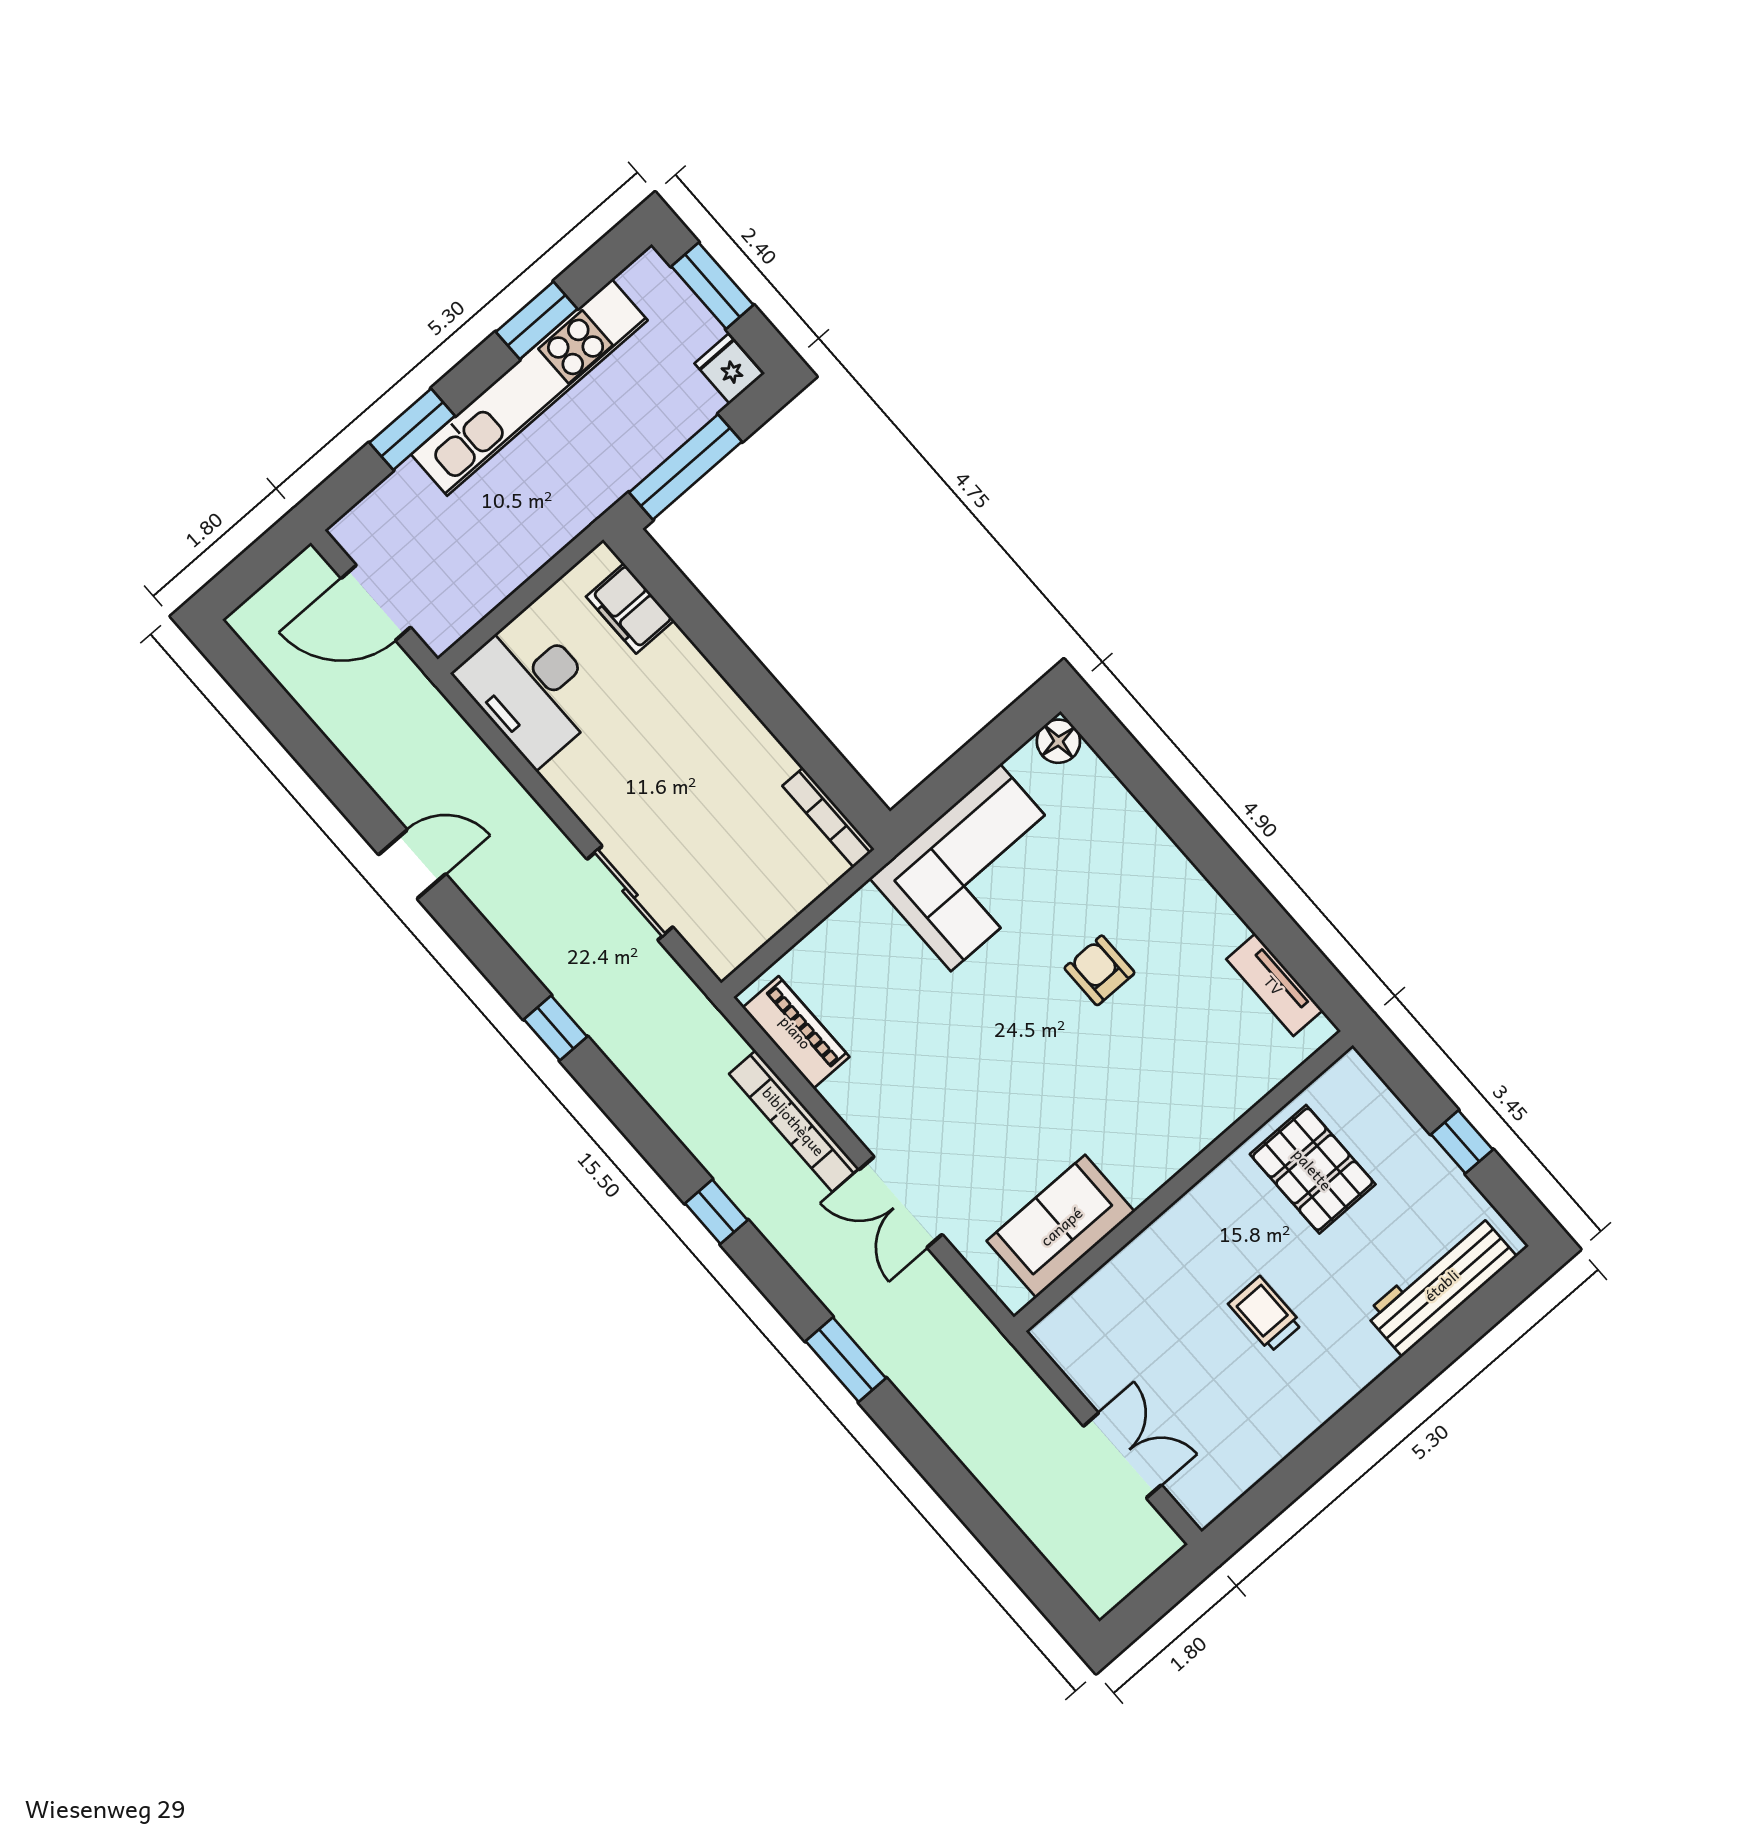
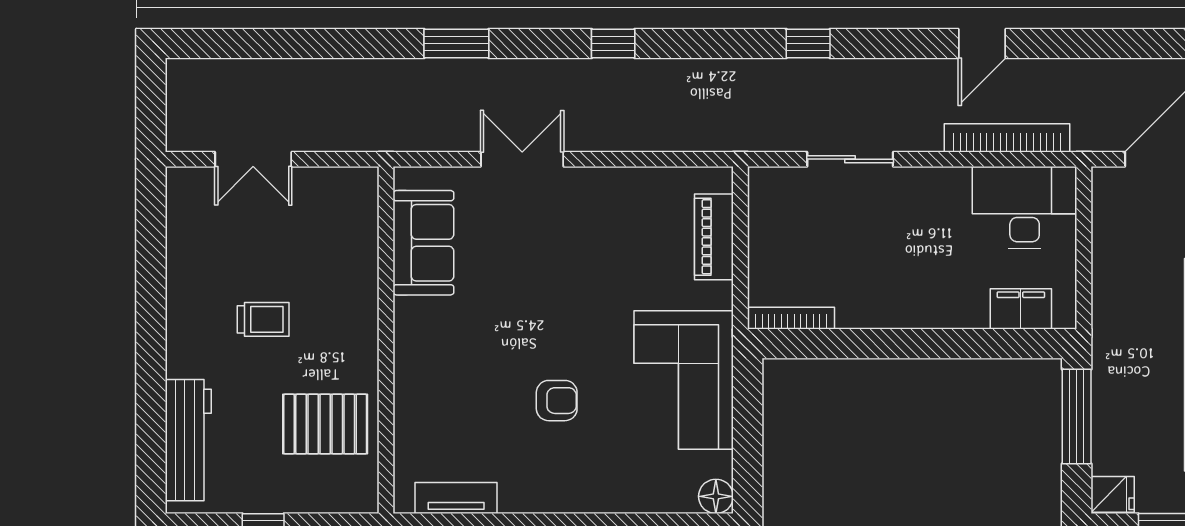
piano: (796, 1032) -> (714, 237), moved, turned 90
bookcase: (794, 1121) -> (1007, 138), moved

